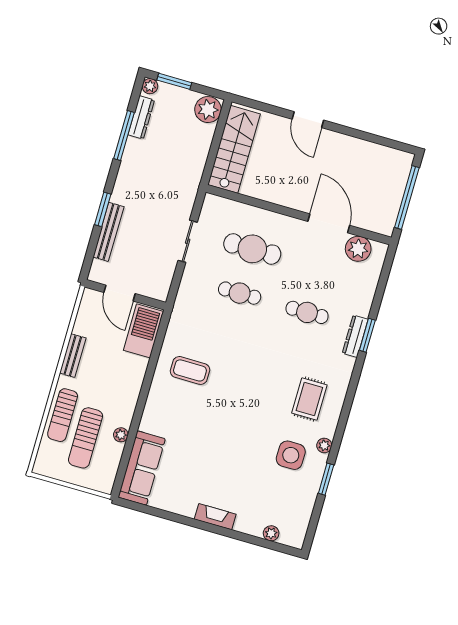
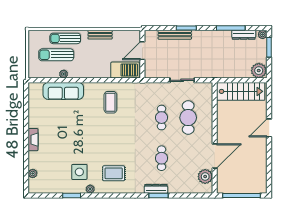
sofa: (142, 468) -> (63, 91), moved

